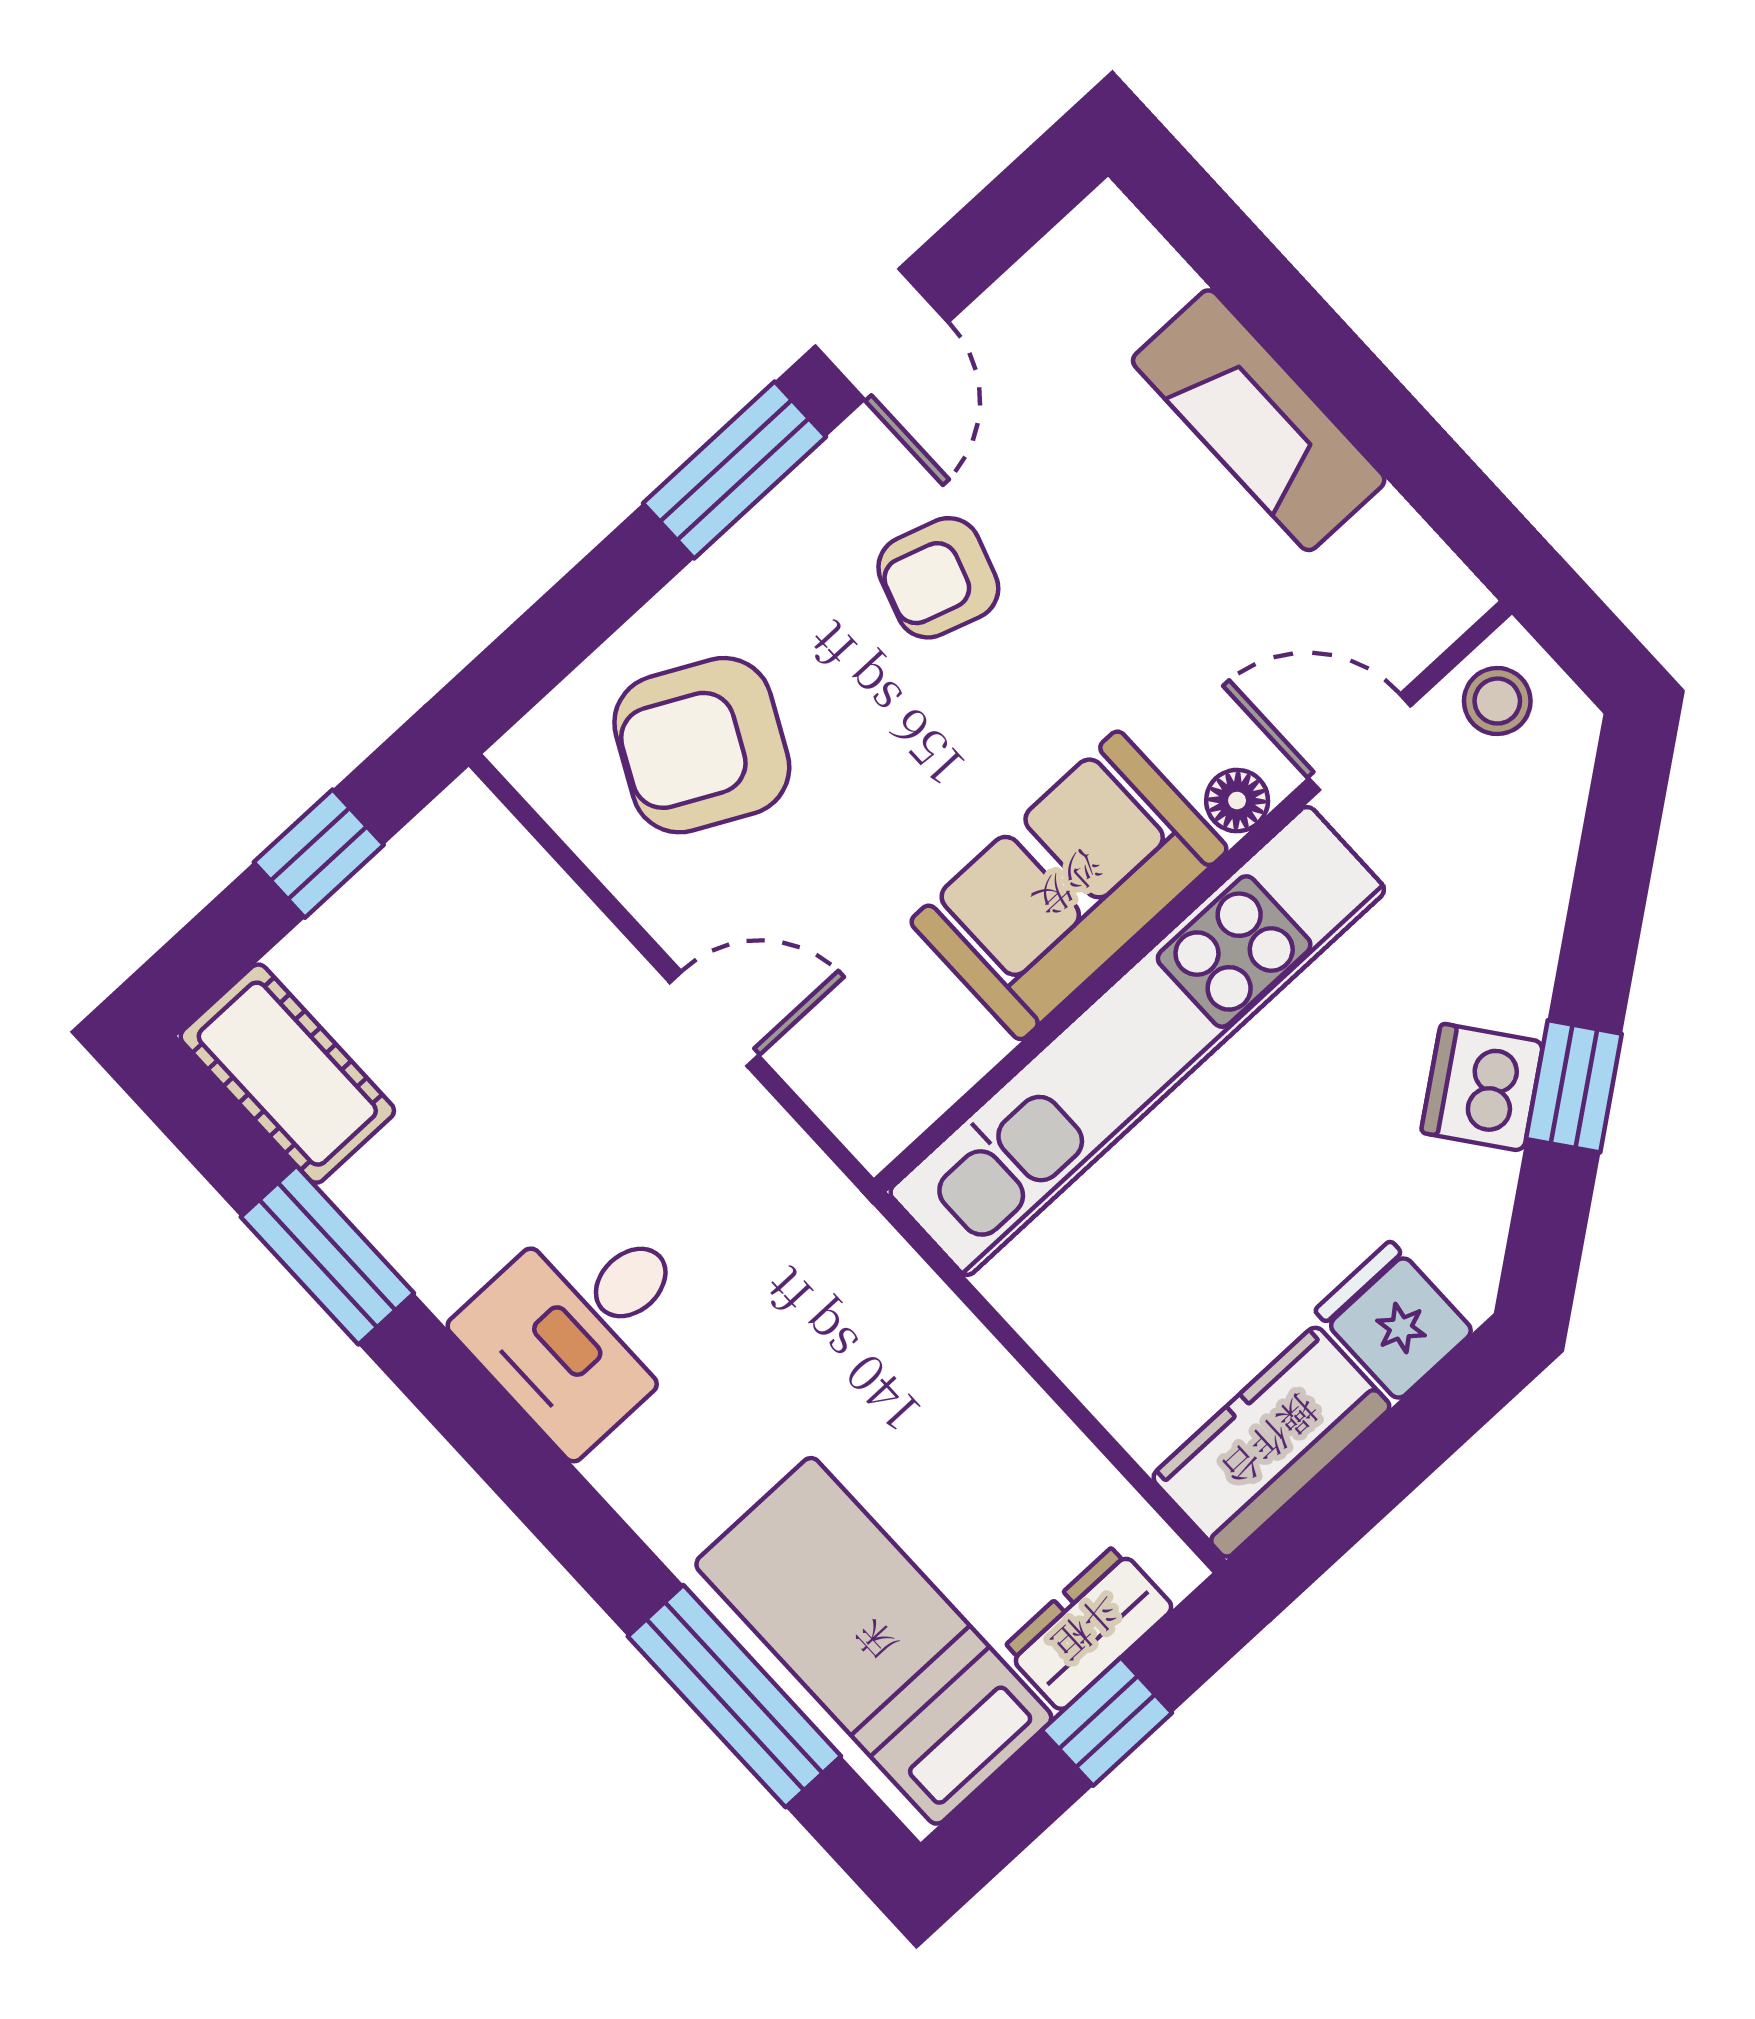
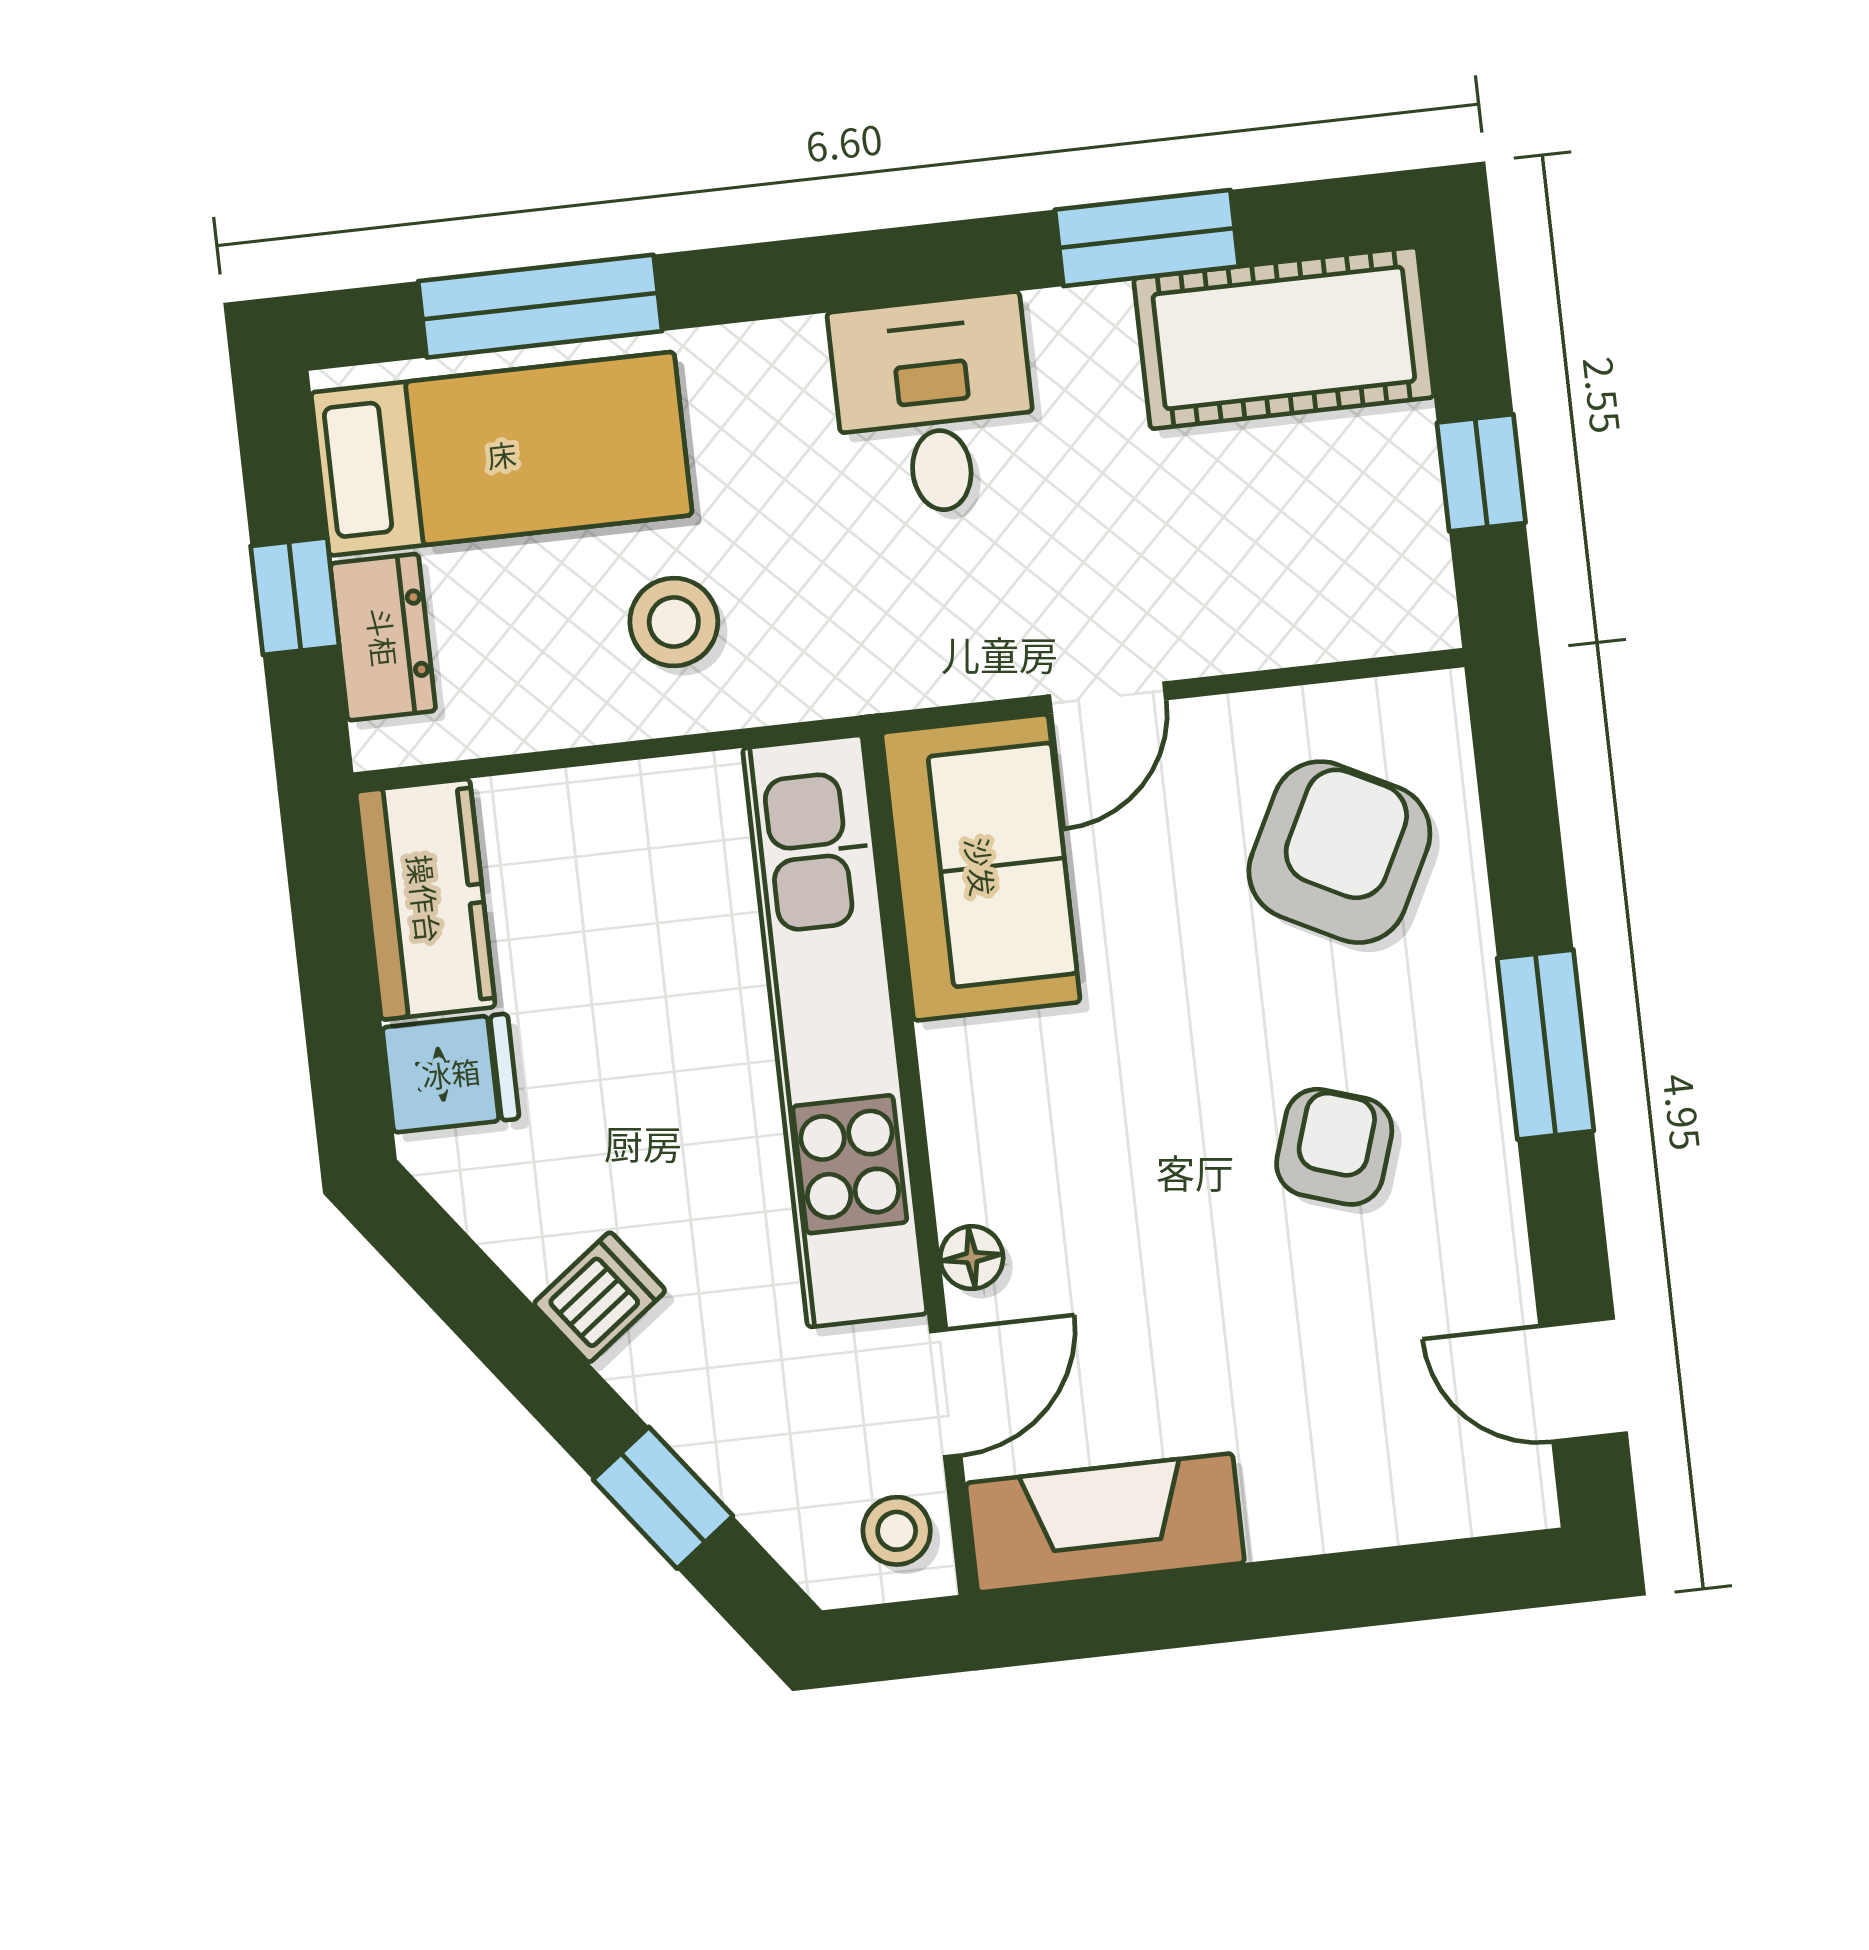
door: (882, 334) -> (1583, 1380), moved
fireplace: (1259, 420) -> (1105, 1523), moved
sofa: (1069, 885) -> (981, 867), moved
cot: (287, 1074) -> (1284, 338), width x1.37, depth x1.34
window: (1574, 1086) -> (663, 1498), moved
dishwasher: (1482, 1087) -> (600, 1297), width x0.73
stool: (907, 1406) -> (674, 622), added

